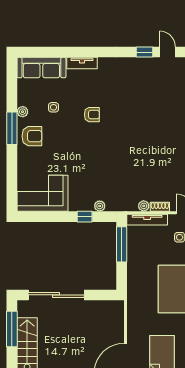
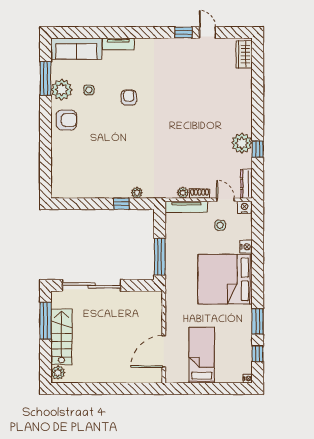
plant: (23, 112) -> (62, 90), width x1.88, depth x1.88
armchair: (92, 115) -> (129, 98), turned -90
window: (12, 128) -> (45, 78), moved
corner sofa: (42, 193) -> (77, 179), removed
window: (122, 244) -> (160, 257), moved

